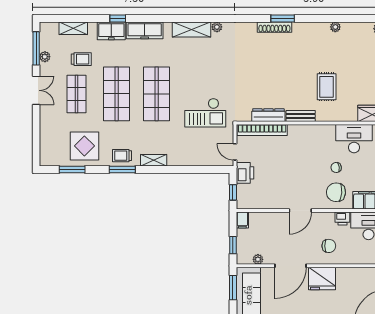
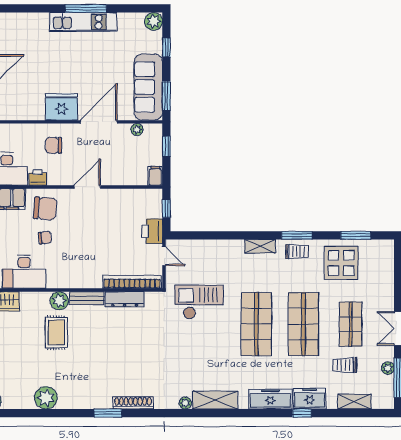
shoe rack: (274, 27) -> (133, 403), moved
plant: (335, 27) -> (46, 398), width x1.88, depth x1.88
plant: (324, 114) -> (59, 301), added

